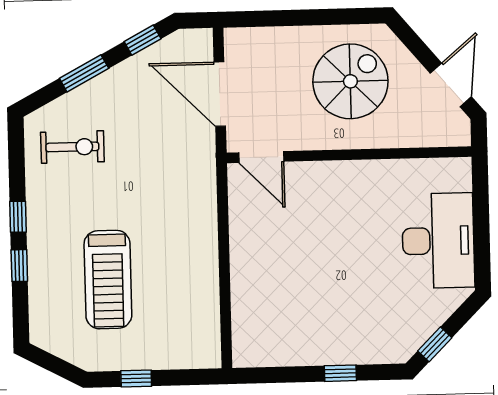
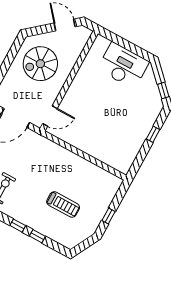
spiral stairs: (350, 81) -> (40, 64), turned -90
treadmill: (108, 280) -> (63, 204), width x0.73, depth x0.73

